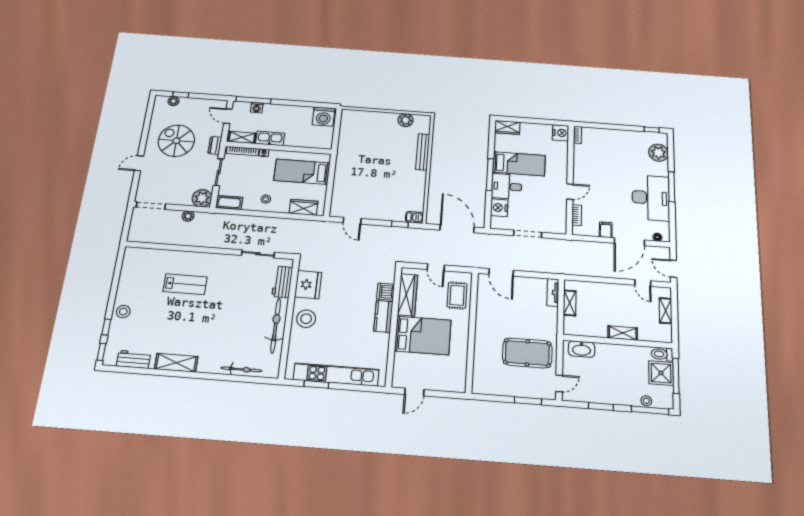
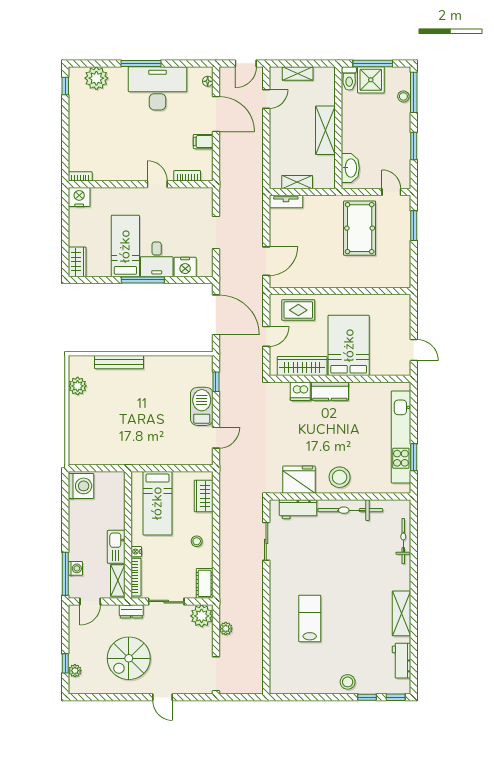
barbecue: (414, 217) -> (202, 406), moved, width x1.88, depth x1.53
door: (457, 229) -> (216, 315), swing flipped
shelving: (623, 333) -> (325, 130), width x1.50, depth x1.33

